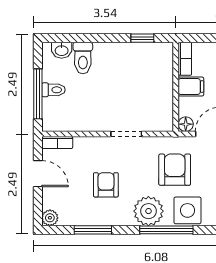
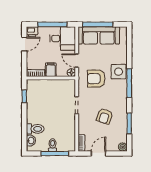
armchair: (106, 185) -> (105, 116), turned -71
plant: (148, 211) -> (119, 93), removed

